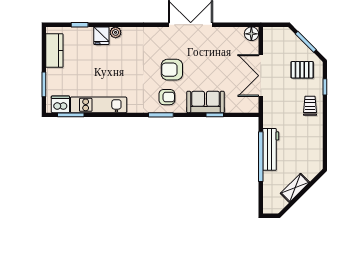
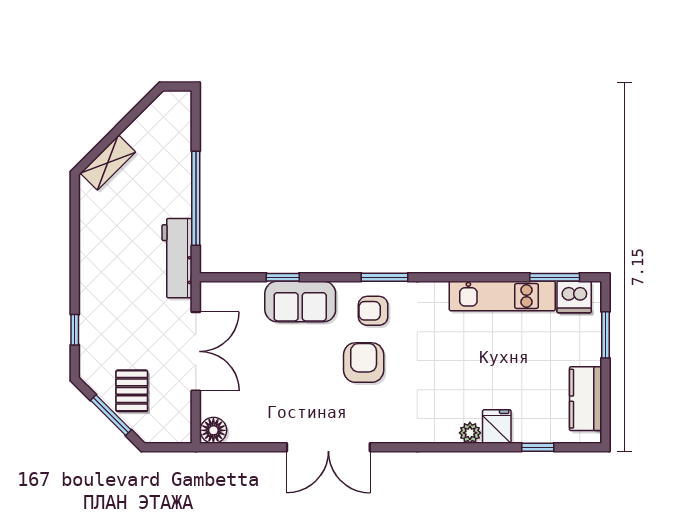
armchair: (172, 70) -> (364, 363), turned -90
pallet: (302, 70) -> (132, 391), moved, turned 90
trolley: (310, 106) -> (103, 294), removed
workbench: (271, 149) -> (177, 258), moved
shelving: (295, 188) -> (108, 163), moved

